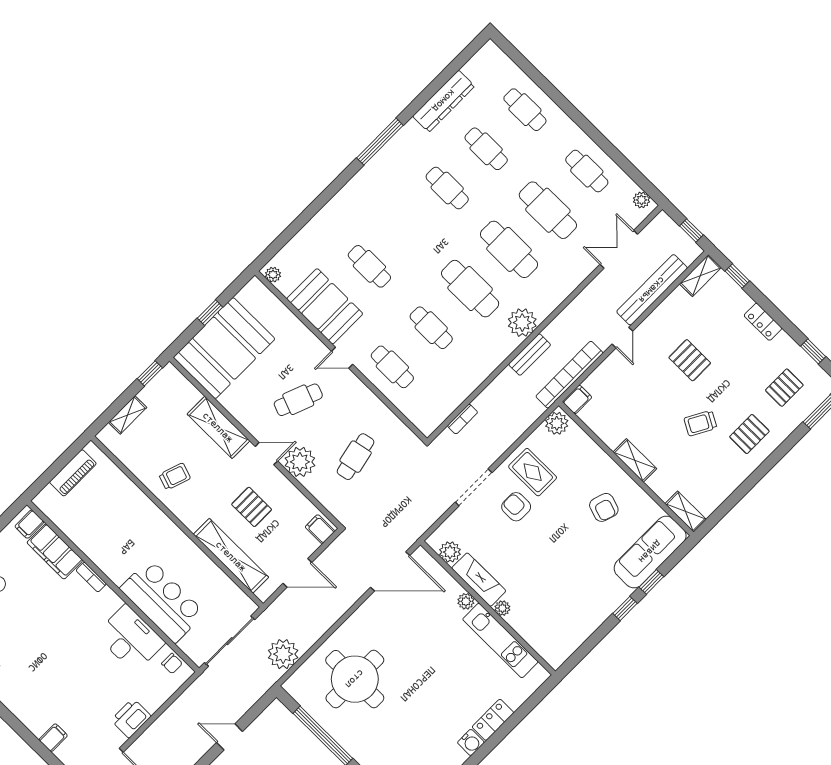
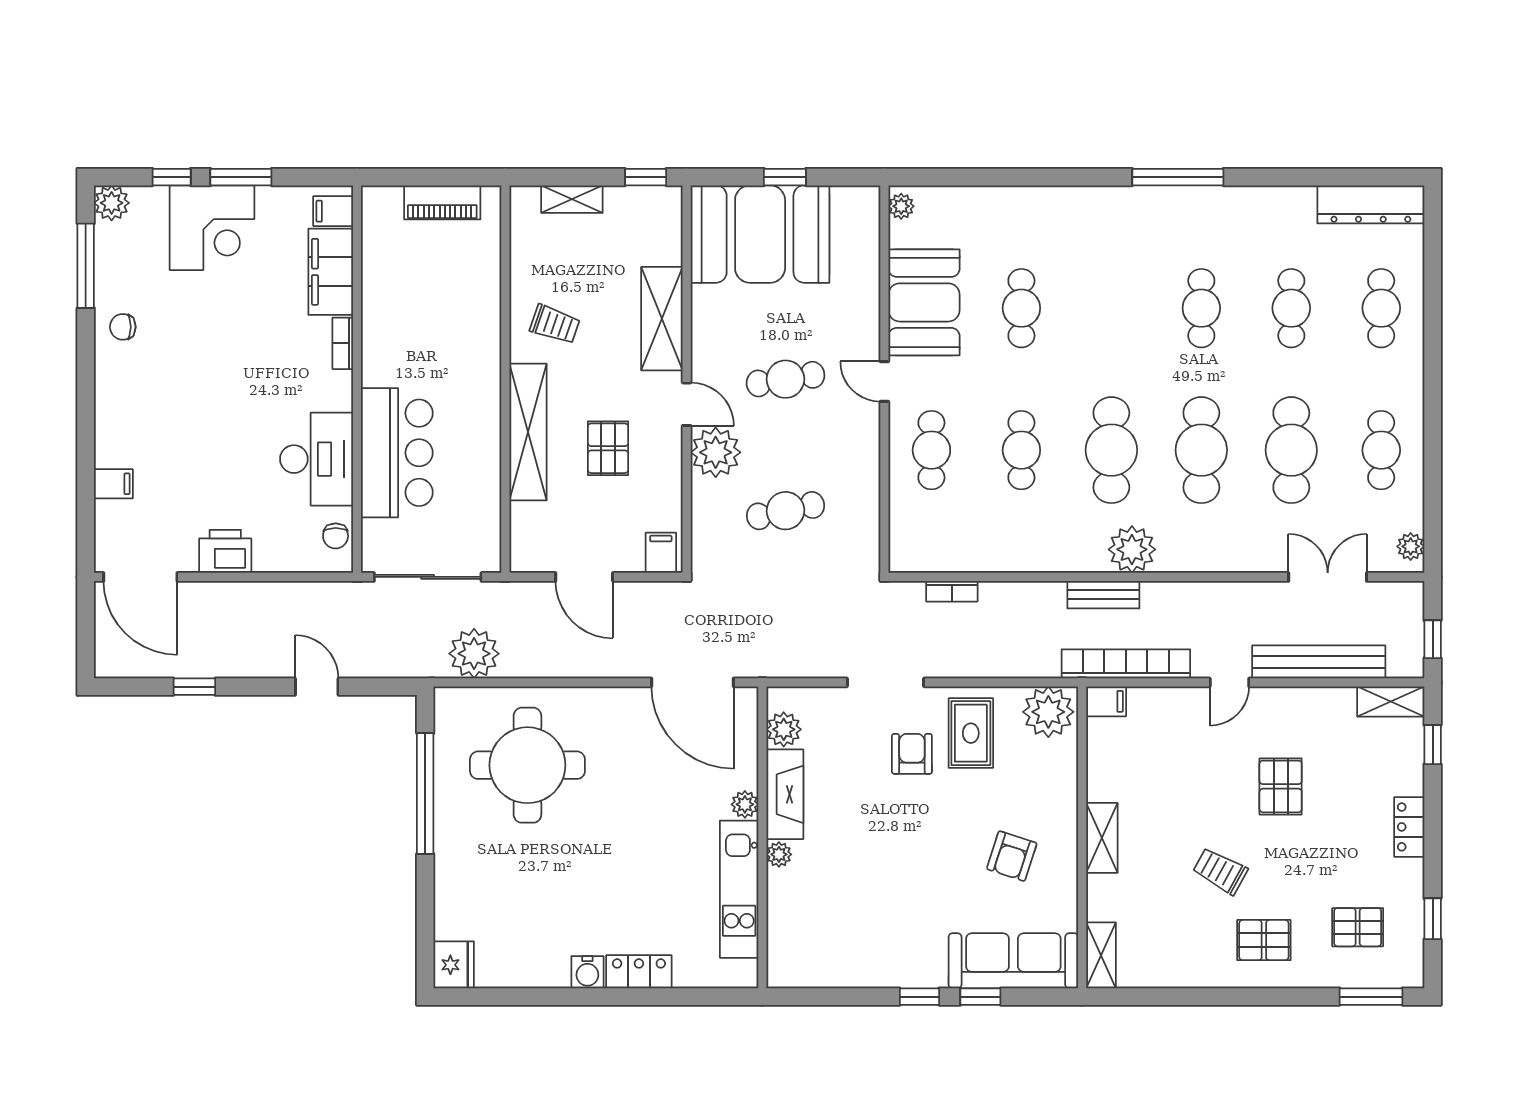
dresser: (444, 101) -> (1371, 204), moved
cafe table: (298, 400) -> (785, 379), turned -30
plant: (557, 423) -> (1048, 712), width x1.36, depth x1.36
shelving: (231, 556) -> (528, 432), moved

